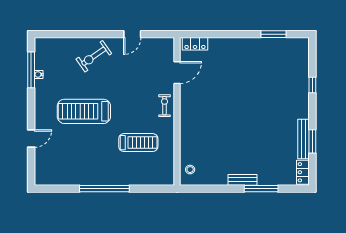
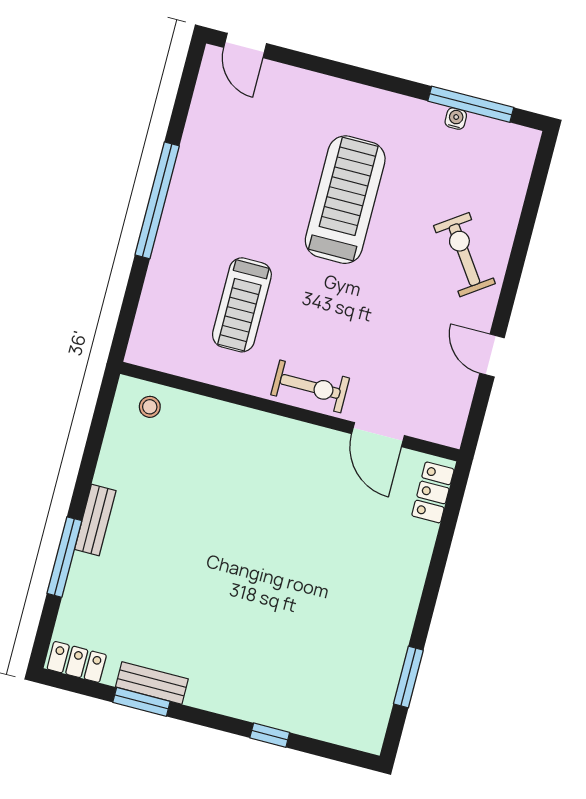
exercise bike: (165, 106) -> (310, 386), width x1.38, depth x1.39
door: (31, 139) -> (245, 45), moved
bench: (303, 139) -> (152, 683), width x0.73

